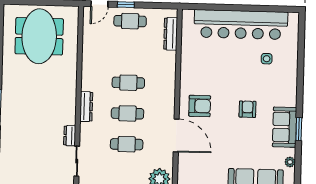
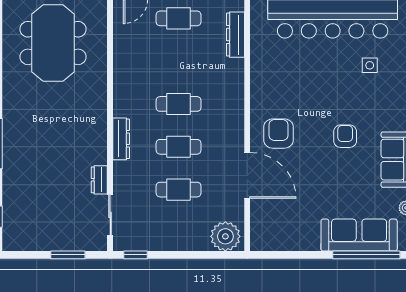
armchair: (200, 106) -> (279, 134), turned -90

